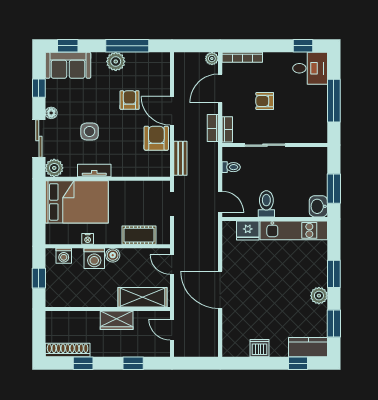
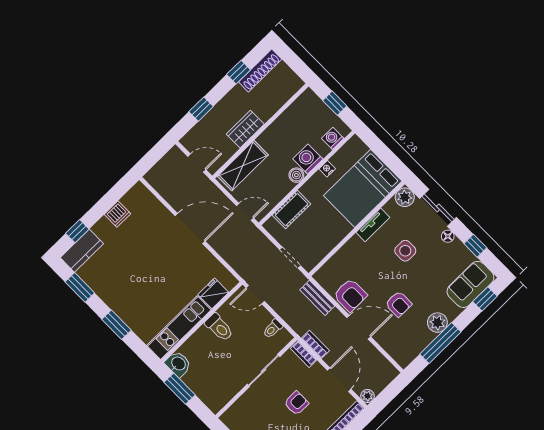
plant: (319, 296) -> (112, 297), removed

